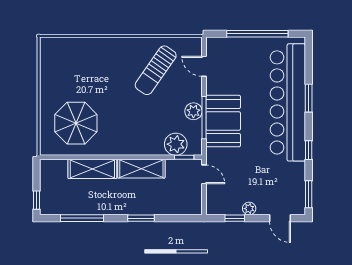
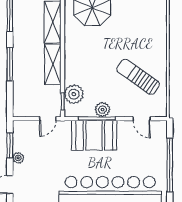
door: (204, 66) -> (142, 119), swing flipped
window: (141, 218) -> (10, 64), width x1.44
window: (235, 218) -> (10, 145), width x1.50

